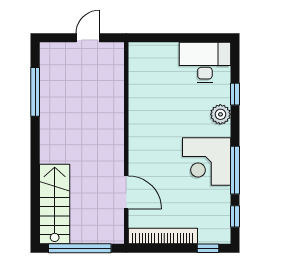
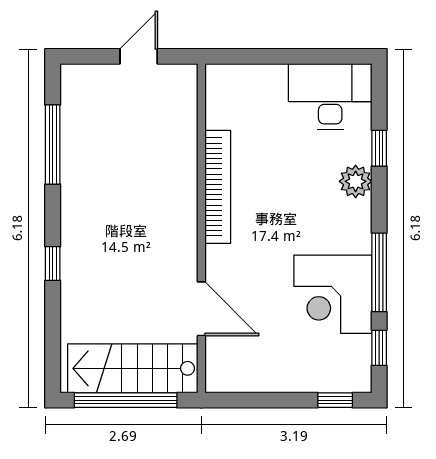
corner desk: (207, 161) -> (333, 294), moved
window: (35, 165) -> (53, 263), added
stairs: (55, 204) -> (133, 368), moved, turned -90
bookcase: (163, 236) -> (218, 187), moved, turned 90

